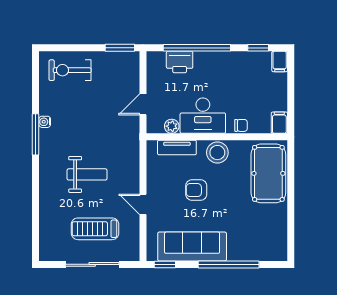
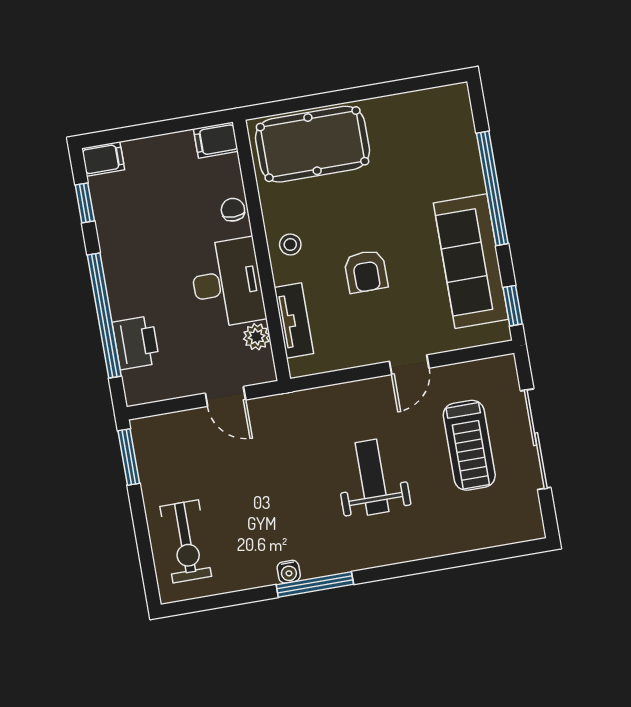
stool: (217, 153) -> (290, 245), width x0.53, depth x0.53

